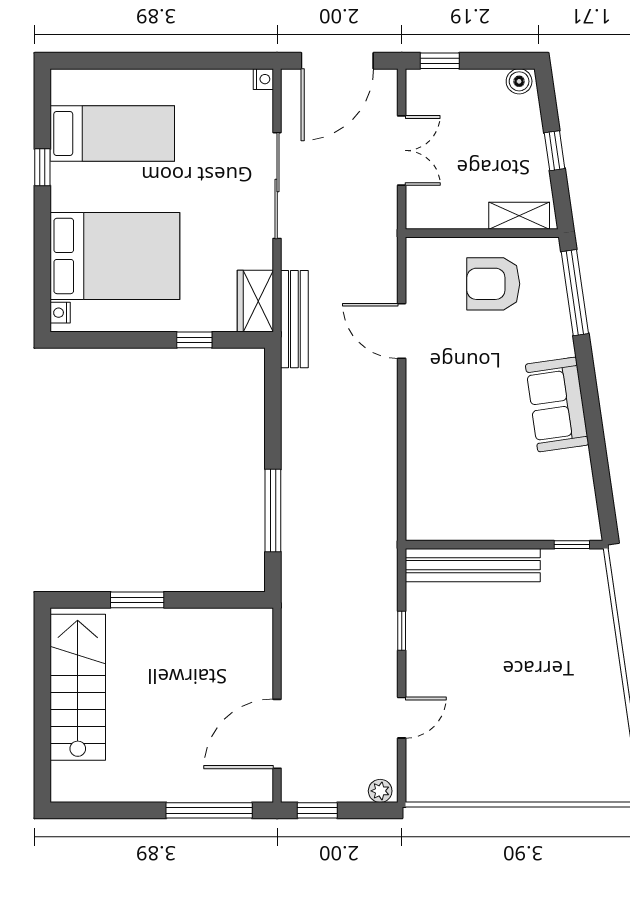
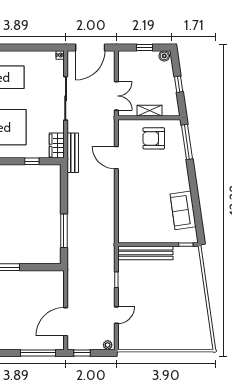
window: (440, 61) -> (144, 48), moved
double door: (402, 150) -> (116, 96), moved
shelving: (519, 216) -> (150, 111), moved
sofa: (557, 404) -> (183, 210), moved

